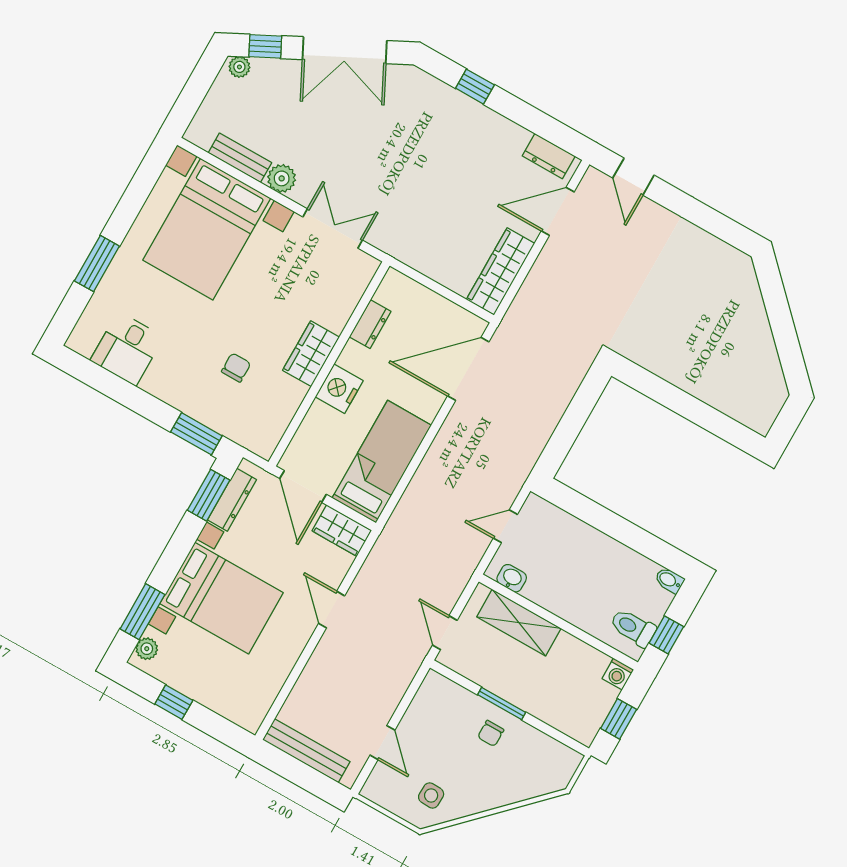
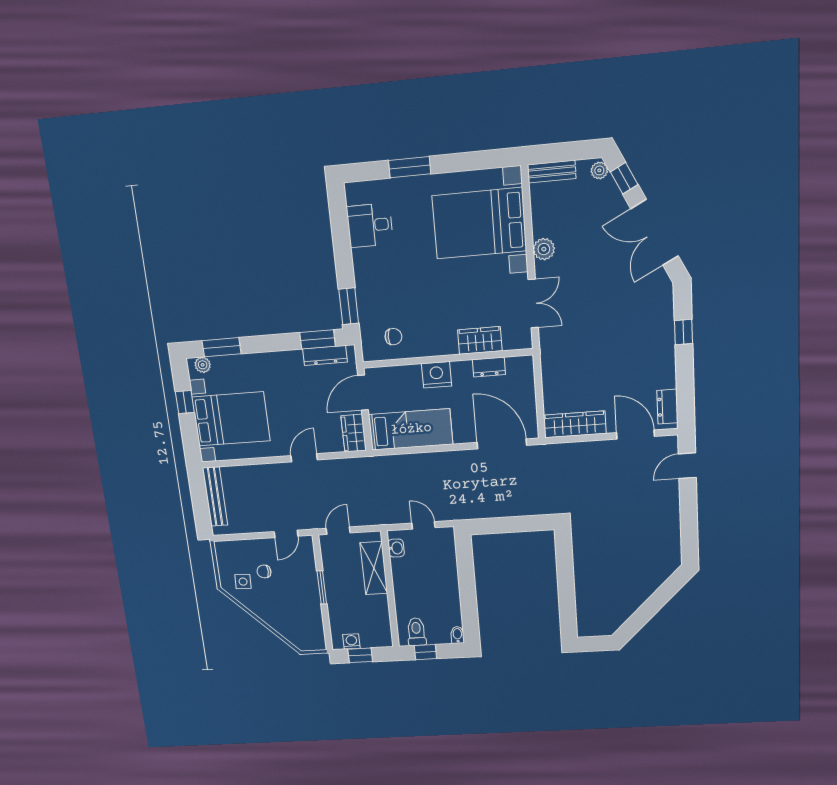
bench: (240, 158) -> (552, 172), moved, turned 90
wardrobe: (311, 354) -> (480, 340), moved
chair: (236, 368) -> (393, 337), moved
bed with nightstands: (222, 598) -> (231, 419), moved, turned -90
washing machine: (618, 674) -> (351, 641), moved, turned 90
chair: (491, 733) -> (264, 571), moved
door: (382, 743) -> (286, 534), moved

